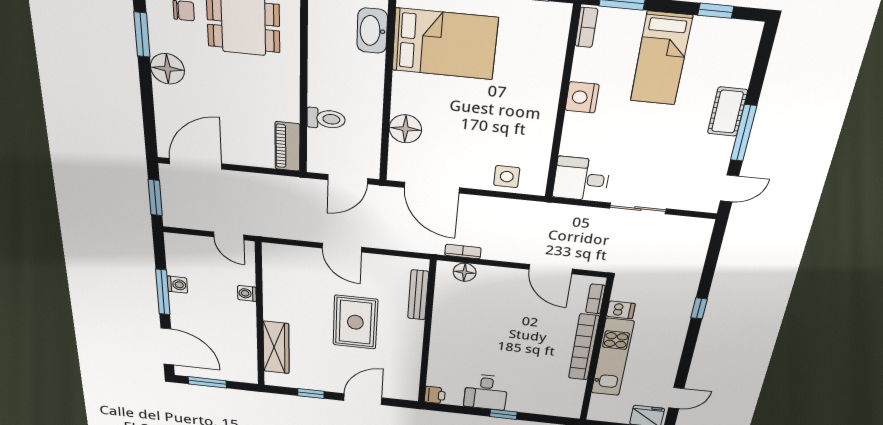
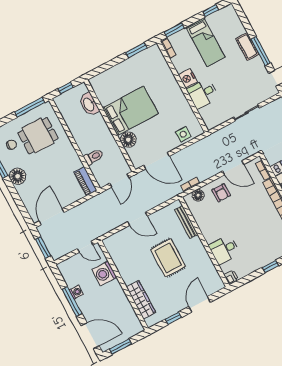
bed: (445, 44) -> (130, 111), moved
desk: (581, 179) -> (203, 94), moved
armchair: (504, 290) -> (221, 193), added
washing machine: (247, 293) -> (104, 273), width x1.89, depth x1.89
desk: (486, 392) -> (224, 250), moved, turned 90

